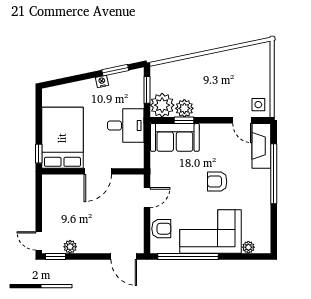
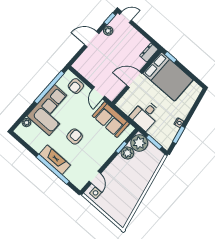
door: (242, 120) -> (95, 177), swing flipped
sofa: (175, 137) -> (111, 120), moved, turned -90
fireplace: (261, 146) -> (55, 160), moved
door: (98, 171) -> (134, 79), hinge flipped
dresser: (54, 182) -> (149, 52), added
door: (124, 256) -> (92, 39), moved

